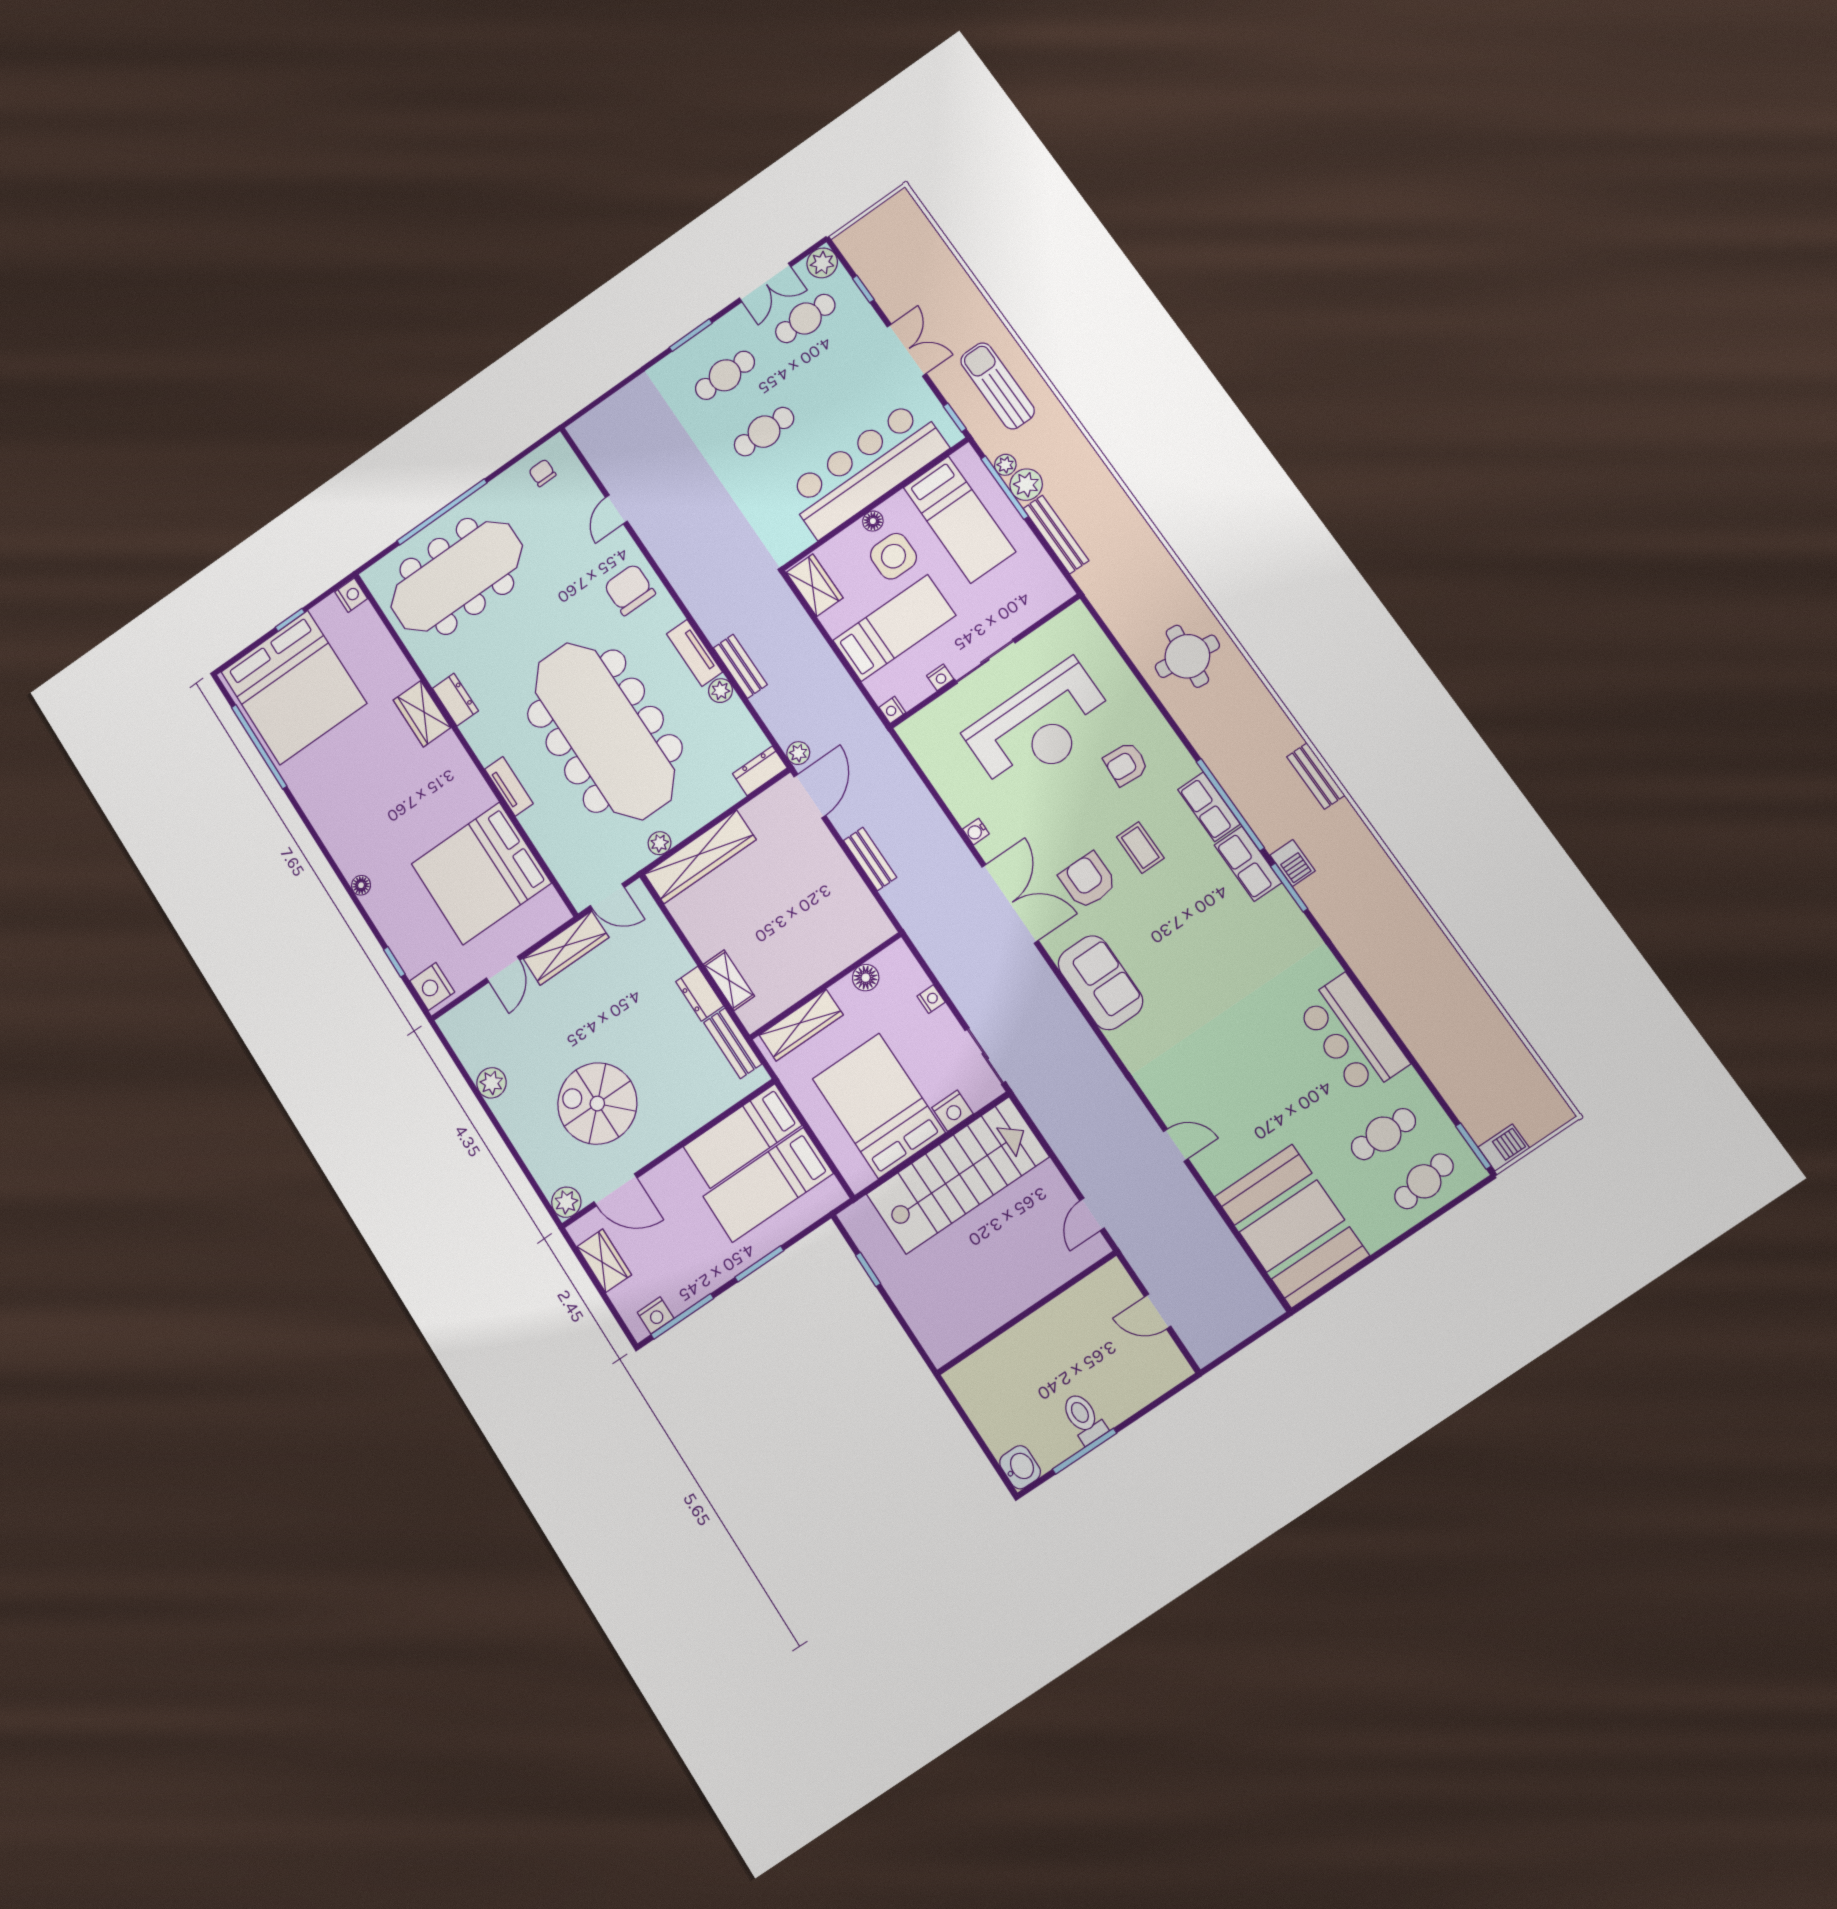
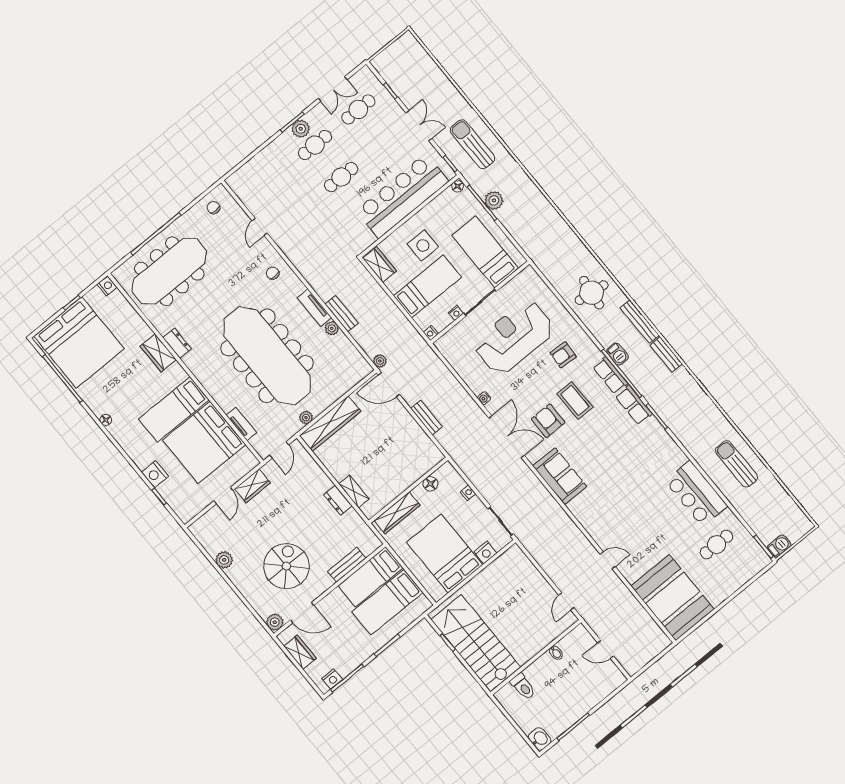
plant: (822, 263) -> (301, 129), moved
plant: (1005, 465) -> (481, 190), removed
bed: (959, 520) -> (485, 252), moved, turned 180
floor lamp: (873, 521) -> (458, 186), moved
bench: (1056, 534) -> (640, 322), moved
chair: (630, 590) -> (273, 273), width x0.54, depth x0.54
reception desk: (1040, 727) -> (514, 337), turned 180
dresser: (760, 771) -> (359, 373), removed
tv unit: (509, 786) -> (241, 424), moved
door: (810, 796) -> (389, 385), swing flipped
bed: (437, 813) -> (174, 409), added
coffee table: (1140, 848) -> (575, 400), width x1.36, depth x1.30
barbecue: (1293, 863) -> (617, 354), moved
floor lamp: (361, 885) -> (106, 420), moved
door: (607, 897) -> (279, 450), hinge flipped
wardrobe: (566, 948) -> (252, 486), width x0.67
nightstand: (432, 986) -> (155, 474), moved
sun lounger: (1433, 986) -> (736, 464), added
bench: (733, 1043) -> (347, 565), moved, turned 90
spiral stairs: (597, 1104) -> (286, 566), turned 90
stairs: (958, 1176) -> (476, 643), moved, turned -90
cafe table: (1424, 1181) -> (739, 568), removed
bidet: (1064, 1308) -> (556, 653), added
toilet: (1084, 1418) -> (523, 687), moved, turned 180

